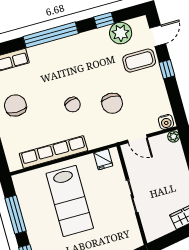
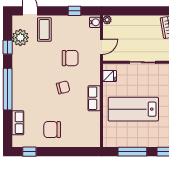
window: (167, 69) -> (74, 11), moved
row of seats: (53, 152) -> (94, 98), width x0.50
lab bench: (70, 201) -> (133, 109), turned 180

